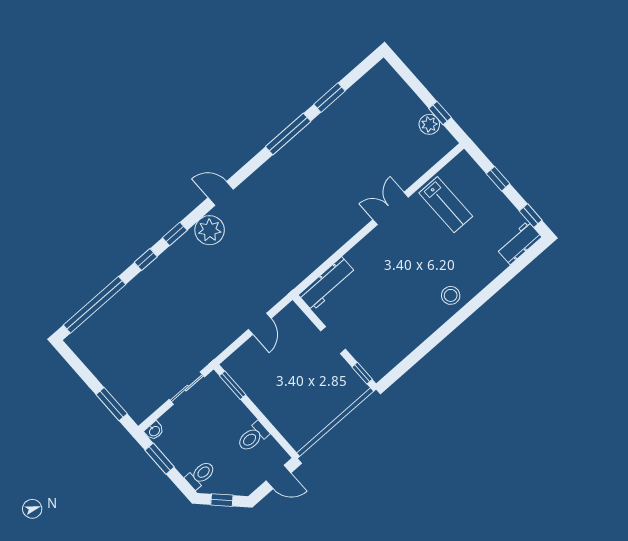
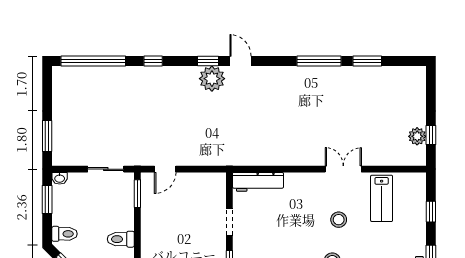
window: (175, 234) -> (208, 61), moved
stool: (425, 255) -> (339, 220), added
door: (260, 324) -> (165, 169), moved

